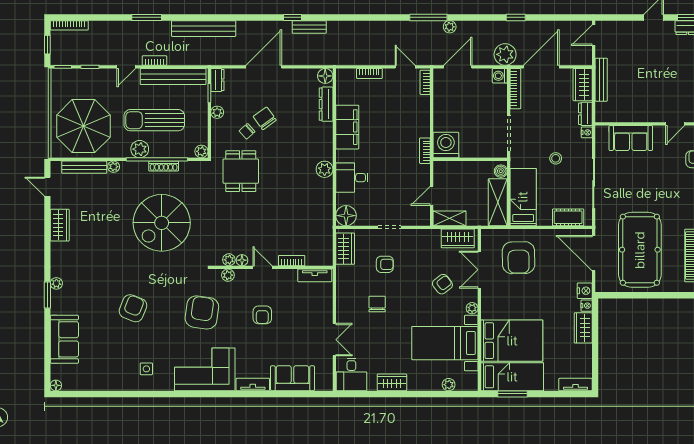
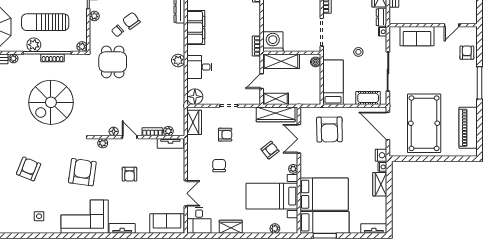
shelving: (498, 202) -> (281, 61), moved, turned 90
wardrobe: (458, 238) -> (276, 114), width x1.50
plant: (229, 260) -> (168, 131), moved
sofa: (292, 378) -> (167, 224), moved

